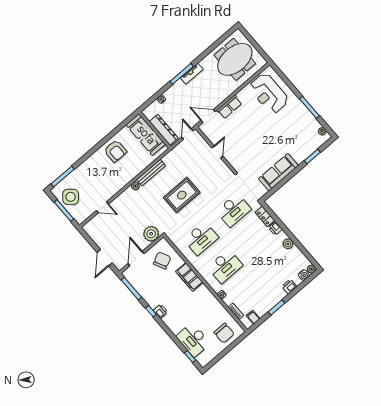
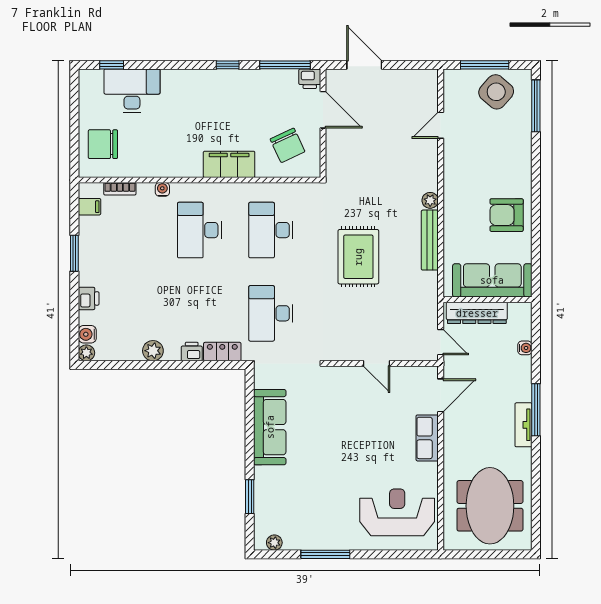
plant: (151, 234) -> (340, 163), removed
printer: (160, 311) -> (310, 79), moved

